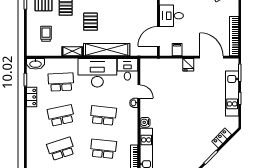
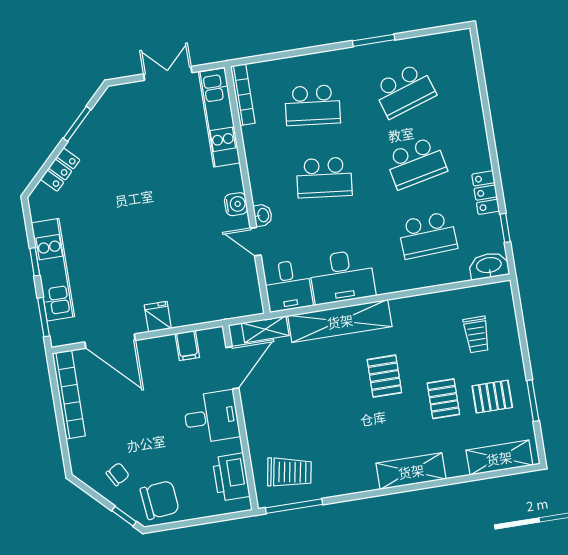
shelving: (72, 51) -> (265, 329), moved
desk: (97, 73) -> (342, 277), width x0.73, depth x0.77
water cooler: (145, 122) -> (236, 204), moved

